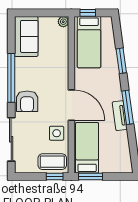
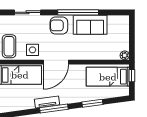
sofa: (26, 36) -> (90, 25), moved
sliding door: (11, 139) -> (27, 12), width x0.73

